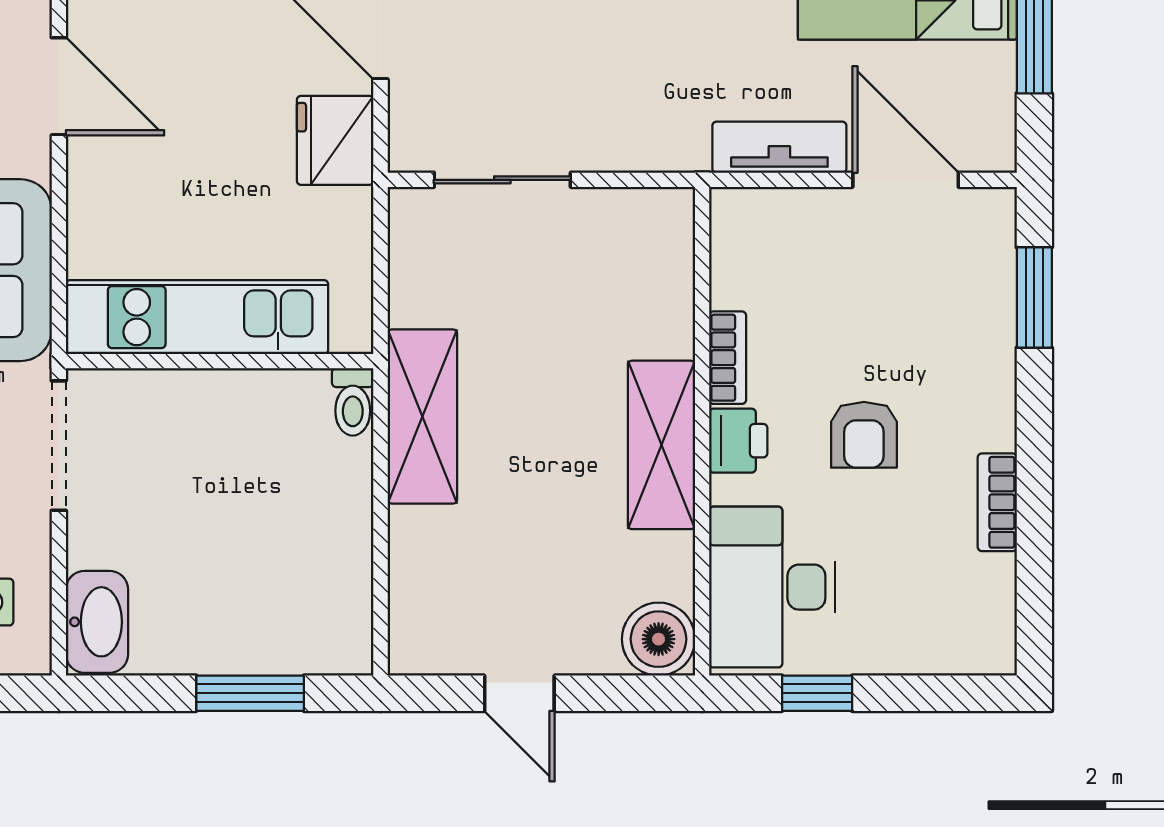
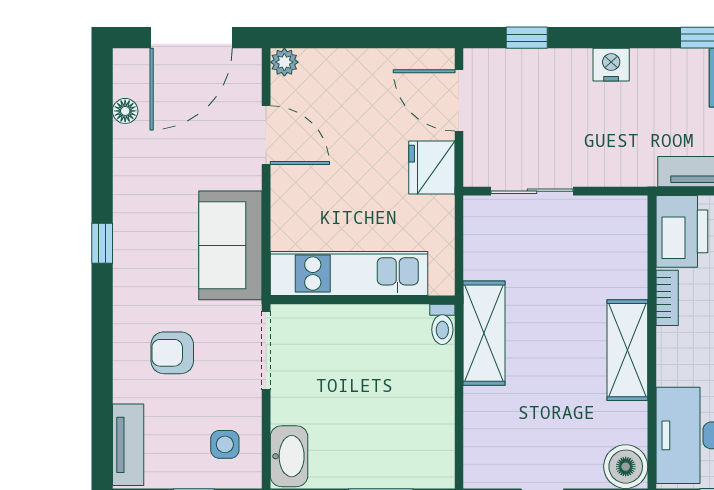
printer: (738, 441) -> (682, 231), moved, width x1.87, depth x1.48

